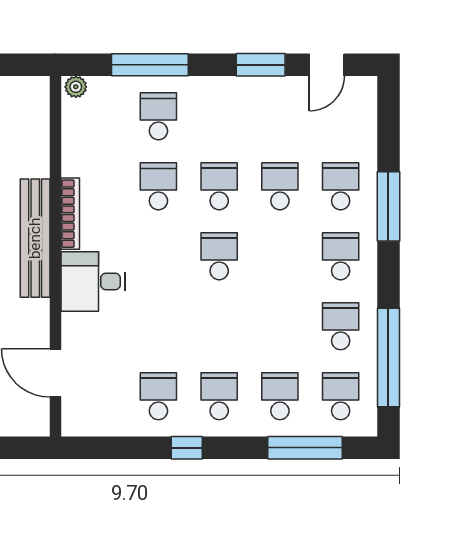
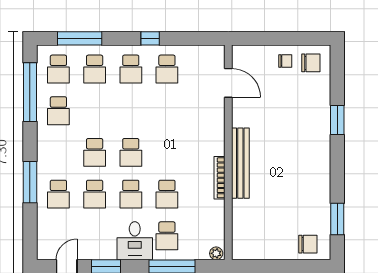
school desk: (341, 256) -> (95, 152), moved
desk: (93, 281) -> (135, 241), moved, turned 90

